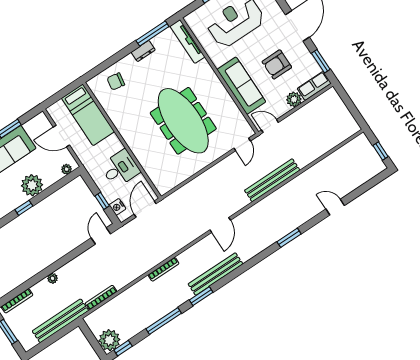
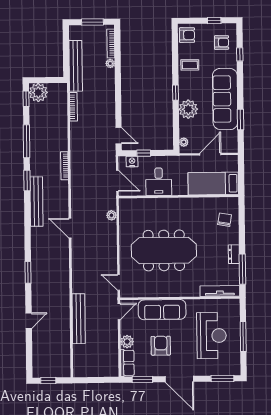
bench: (272, 180) -> (79, 319), moved
plant: (182, 193) -> (111, 215), added
plant: (53, 278) -> (110, 63), moved

